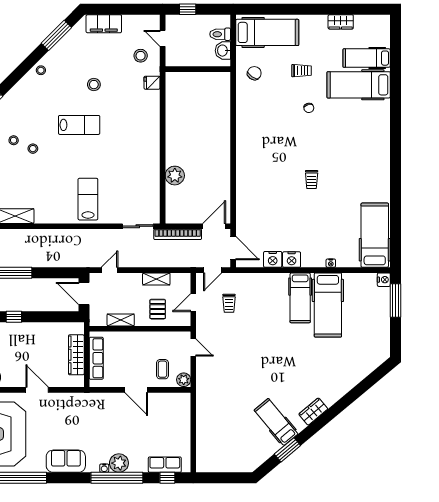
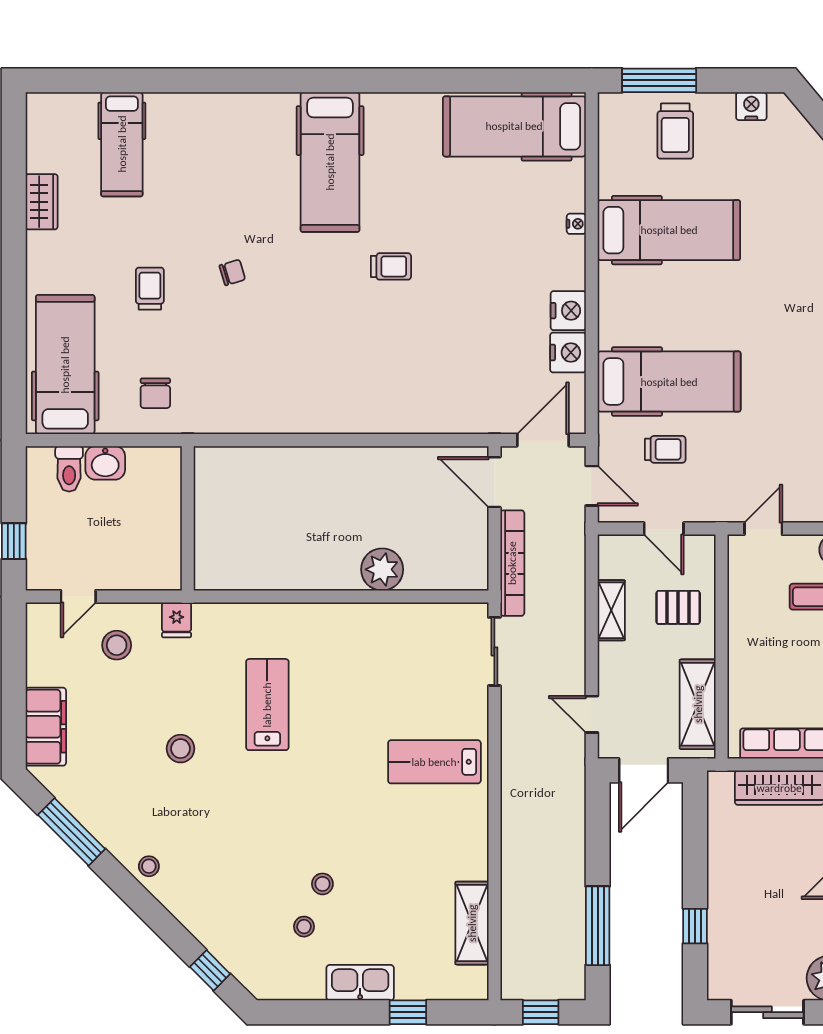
wall: (198, 69) -> (188, 518), moved
chair: (254, 73) -> (155, 393), turned -126
hospital bed: (359, 85) -> (330, 162), moved
lab bench: (79, 125) -> (267, 705), moved
nightstand: (384, 280) -> (751, 106), moved
hospital bed: (300, 298) -> (669, 382), moved, width x1.37, depth x1.29
trolley: (373, 308) -> (675, 131), added
shelving: (121, 320) -> (698, 704), width x1.50, depth x1.33

